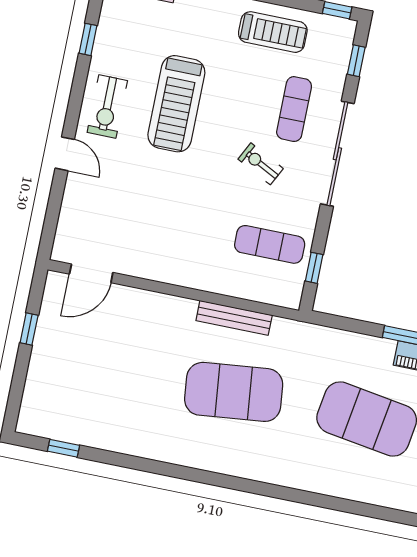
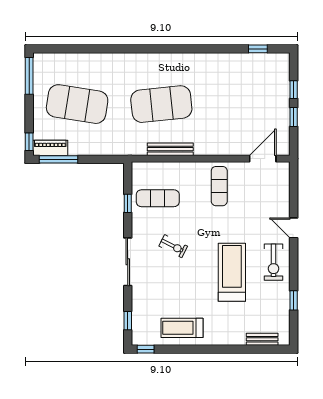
exercise bike: (107, 106) -> (274, 262), turned 180
exercise mat: (294, 109) -> (219, 186), moved
sliding door: (337, 154) -> (128, 262), width x0.73
window: (314, 268) -> (128, 203), moved
window: (20, 372) -> (294, 90), added

